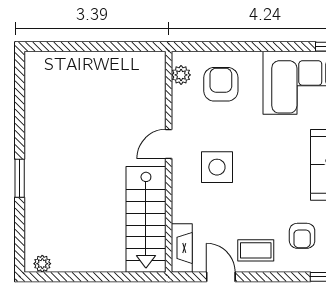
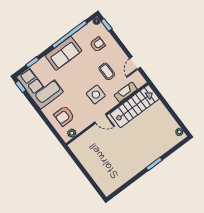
fireplace: (182, 248) -> (126, 92), moved
coffee table: (256, 250) -> (107, 71), moved

